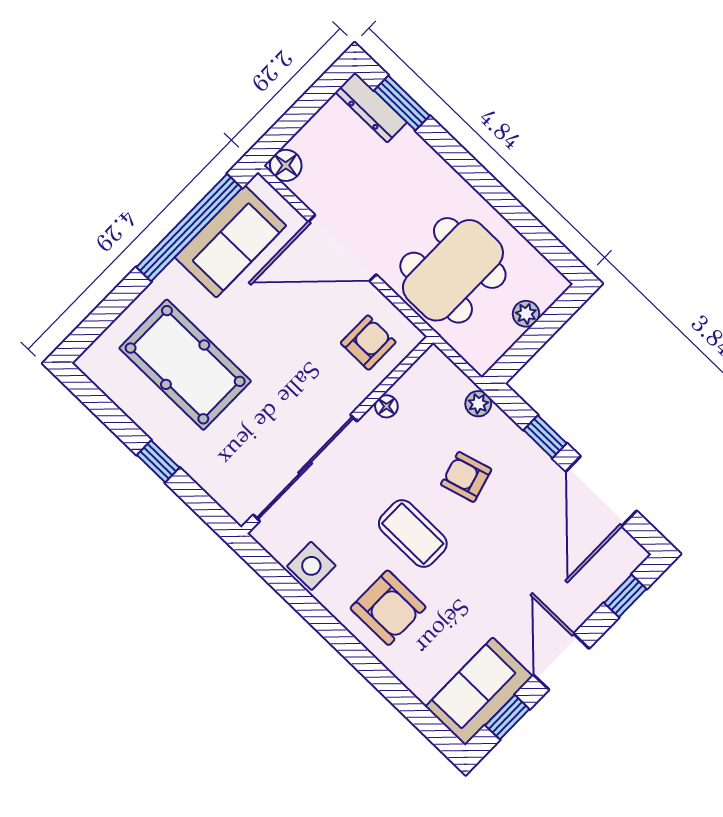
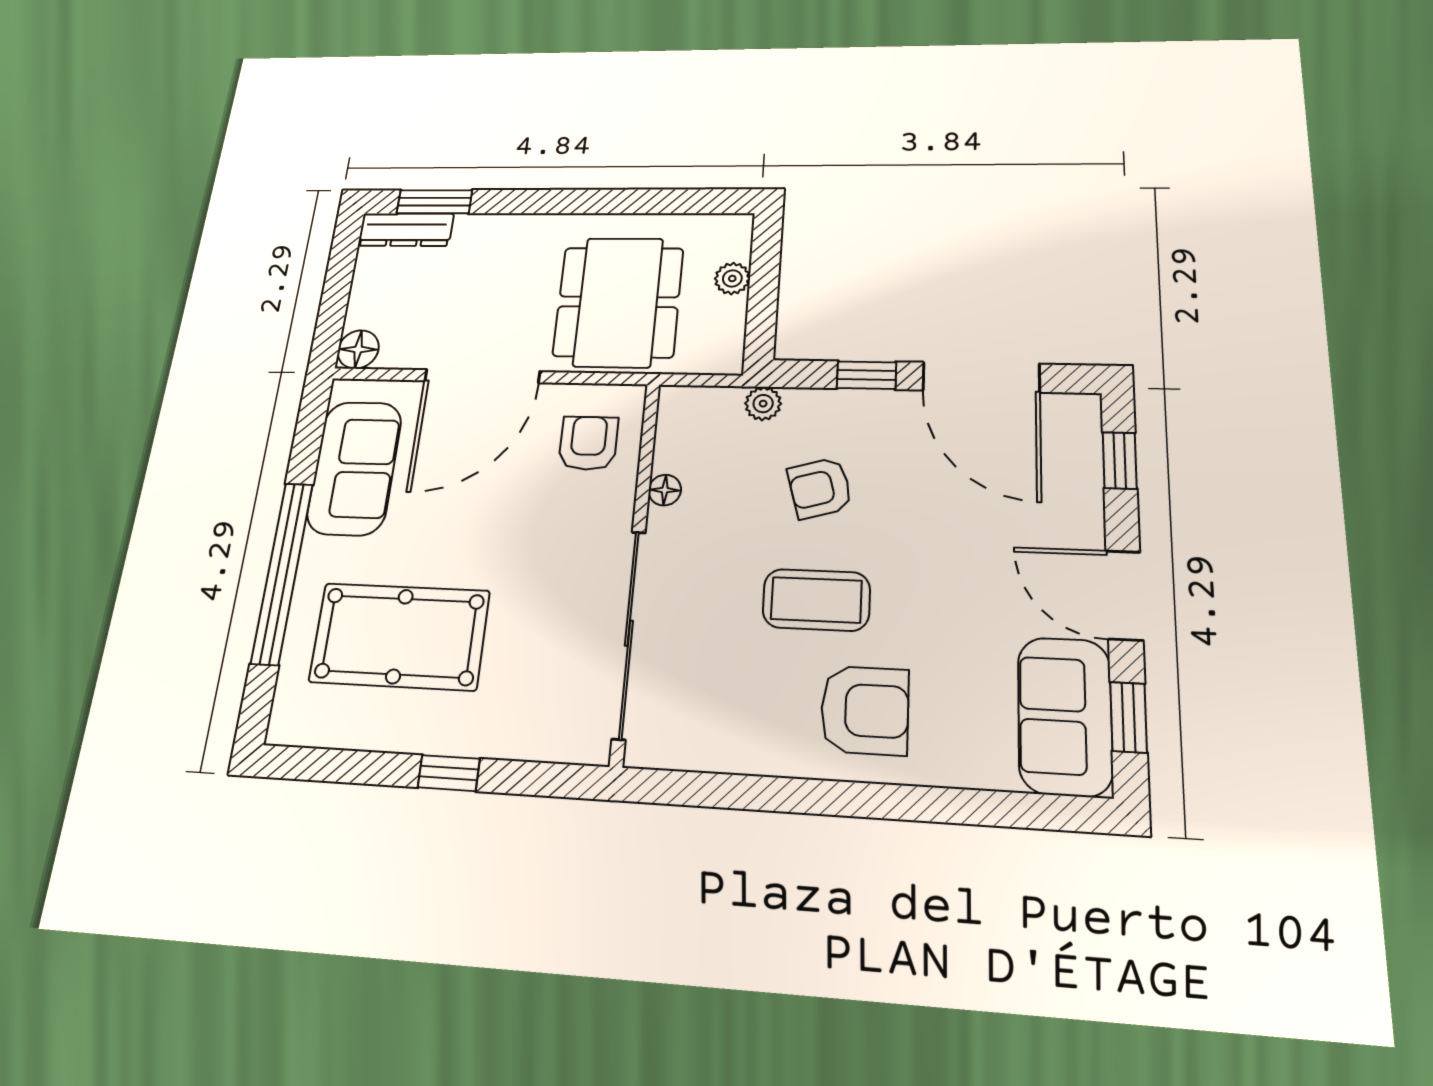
window: (189, 228) -> (282, 572), moved
side table: (311, 566) -> (731, 740), removed

